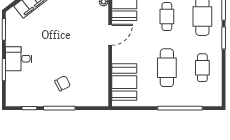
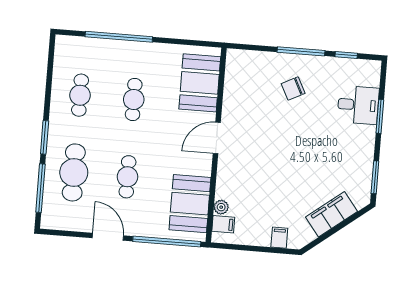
door: (110, 35) -> (217, 138), moved
desk: (19, 59) -> (358, 105), moved
cafe table: (167, 68) -> (134, 99), width x0.73, depth x0.74

